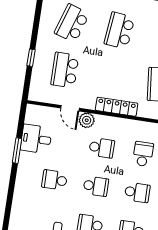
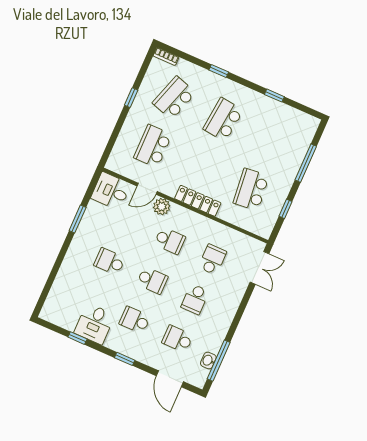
window: (31, 58) -> (131, 98), moved
door: (70, 108) -> (147, 189), hinge flipped
desk: (36, 139) -> (111, 191), moved
school desk: (137, 192) -> (195, 299), turned 90

